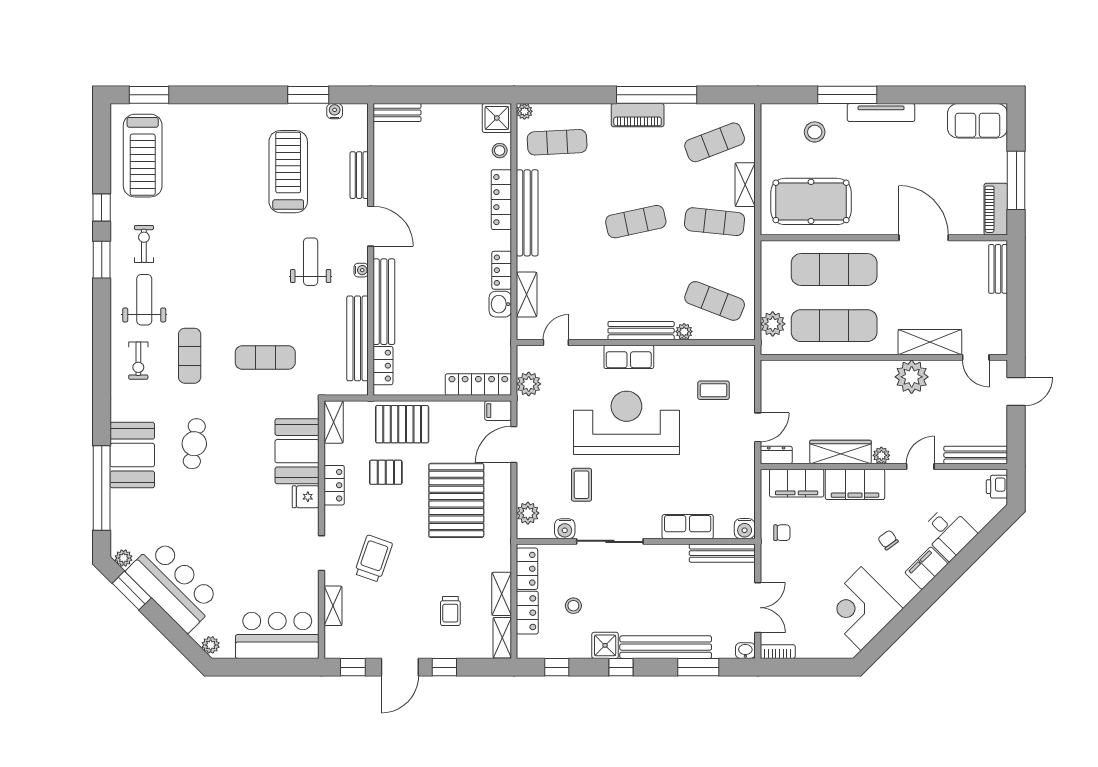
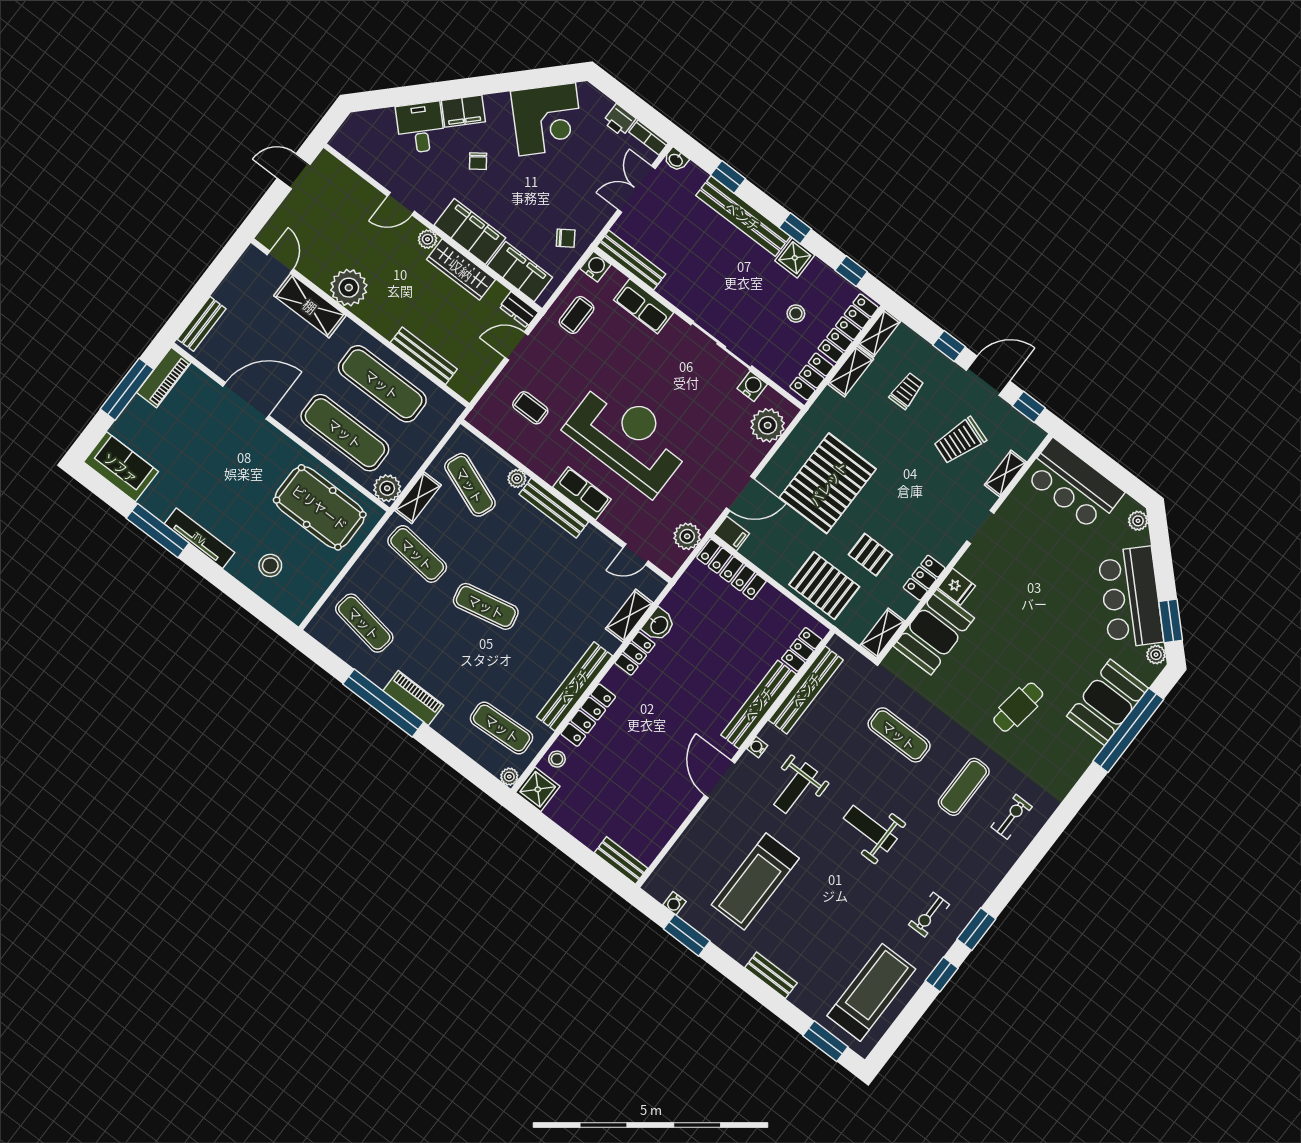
window: (847, 95) -> (158, 531), moved
exercise mat: (715, 142) -> (364, 623), turned 30
bench: (359, 175) -> (771, 975), moved, turned 90
shelving: (745, 185) -> (418, 498), moved
door: (924, 238) -> (246, 401), swing flipped
weight bench: (144, 300) -> (870, 829), moved, turned 90
plant: (773, 324) -> (387, 488), moved
door: (1016, 392) -> (294, 171), moved
reception desk: (626, 423) -> (628, 437), turned 180
booth: (132, 455) -> (1107, 702), moved
bench: (976, 455) -> (424, 356), moved
coffee table: (582, 485) -> (577, 315), moved
printer: (997, 487) -> (619, 120), moved, turned 90
plant: (528, 513) -> (768, 425), width x1.36, depth x1.36
chair: (782, 533) -> (566, 238), turned 146
trolley: (373, 558) -> (960, 441), moved
locker: (527, 613) -> (848, 328), width x1.53
window: (698, 667) -> (728, 177), width x0.67

